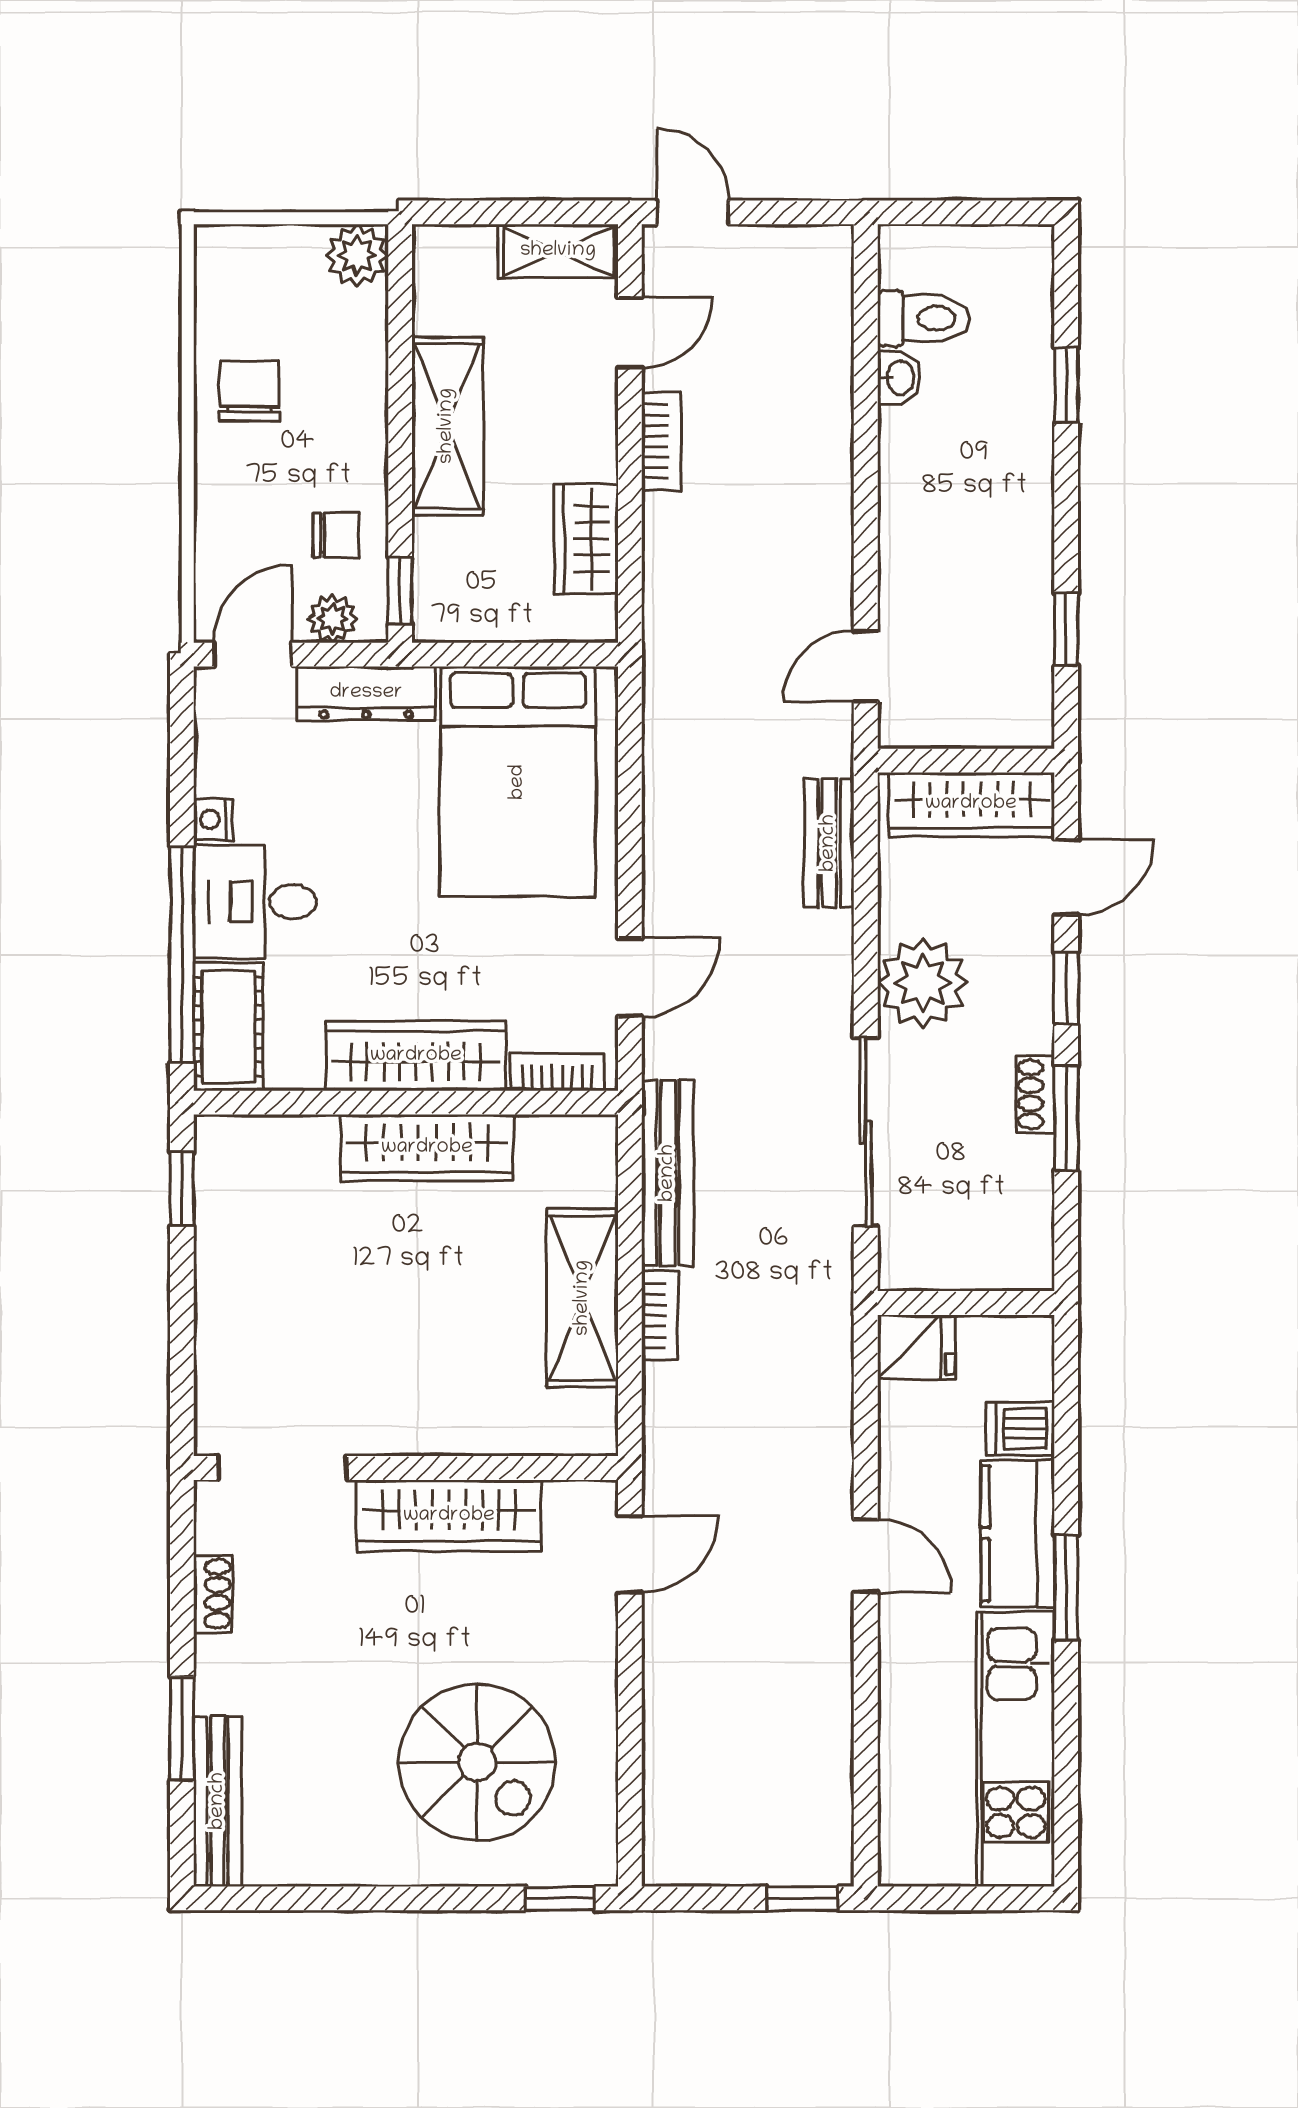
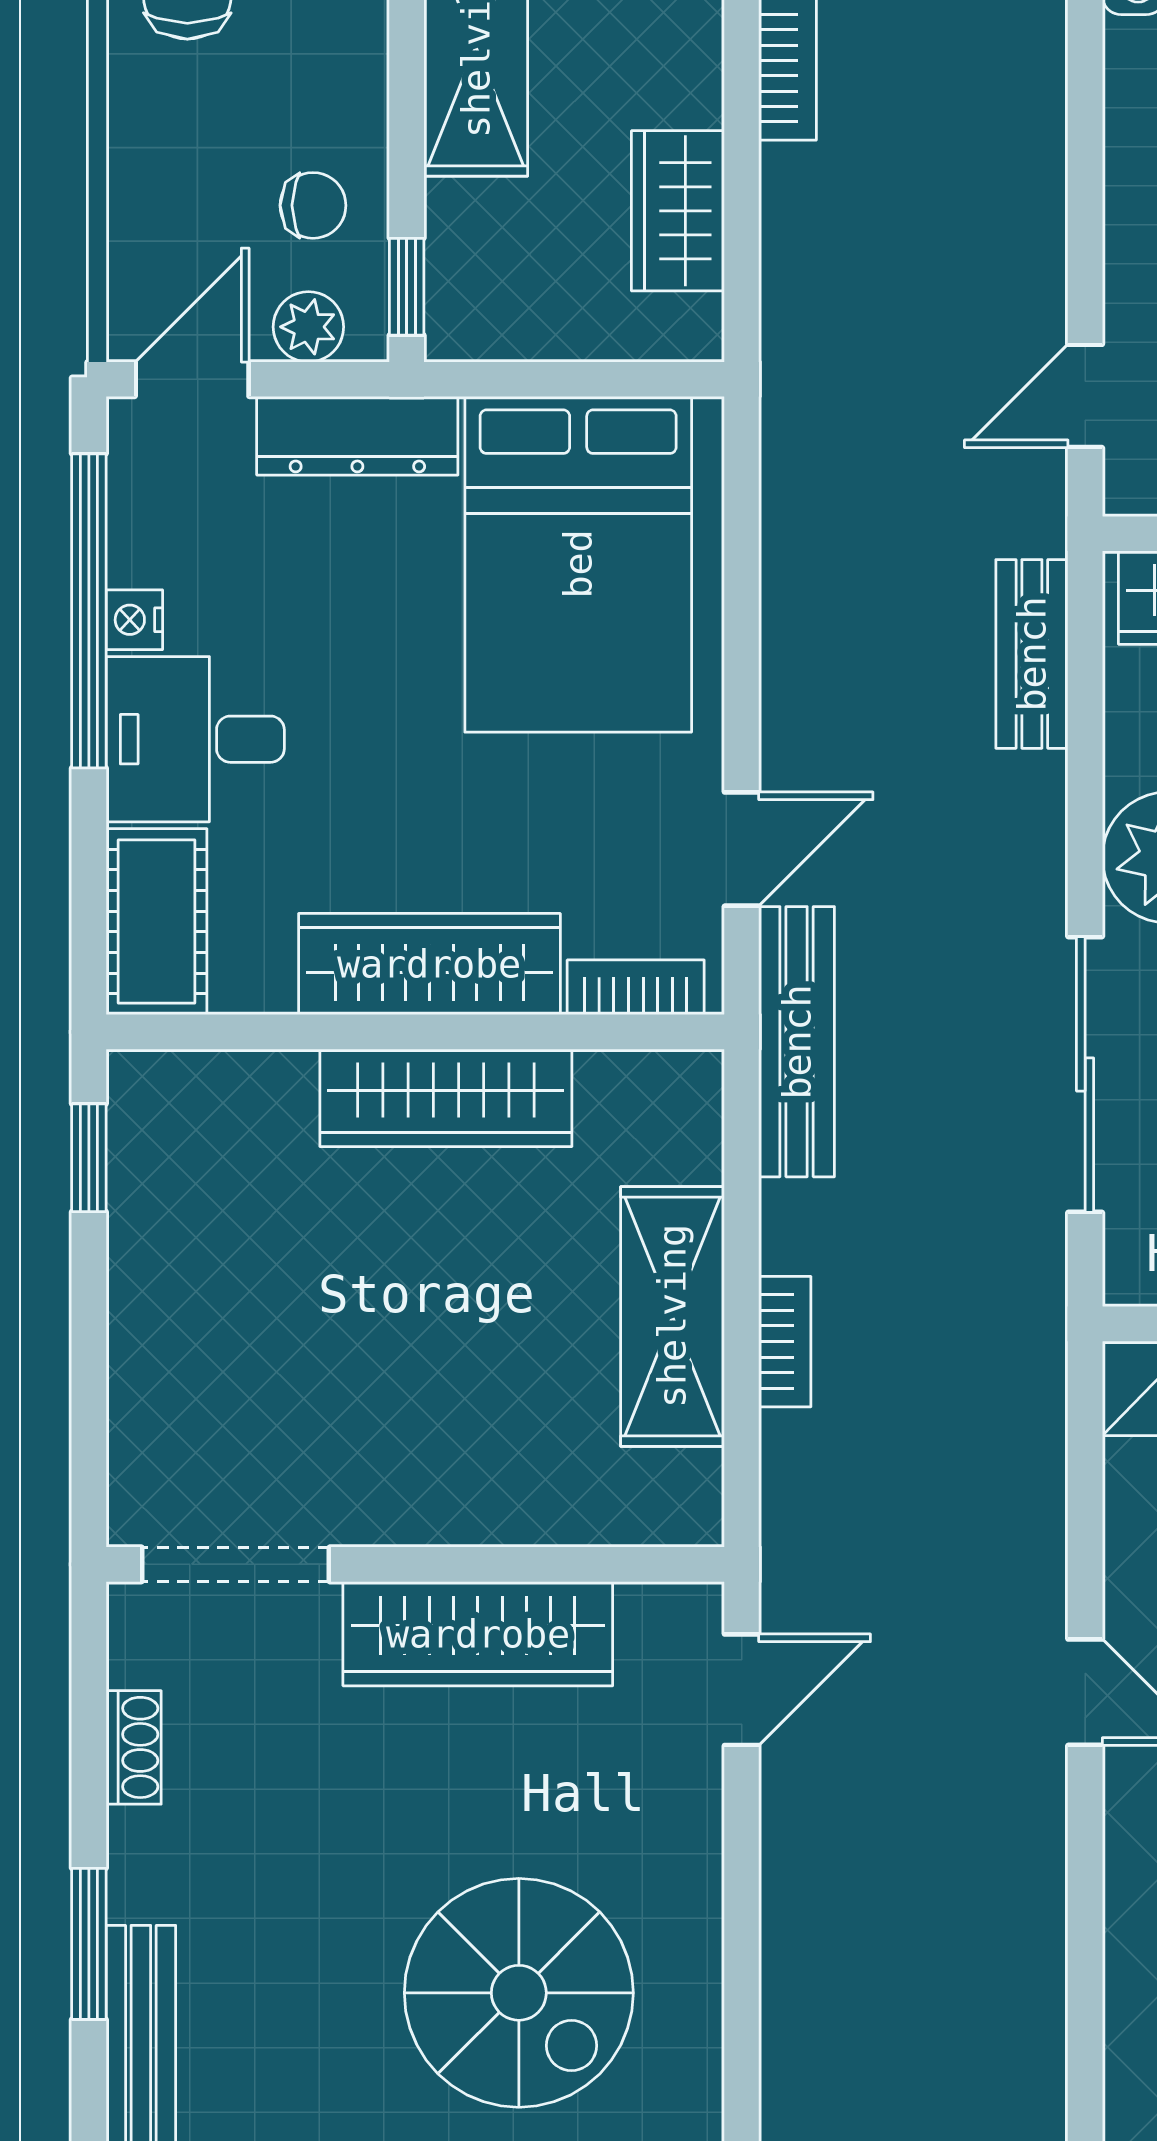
window: (182, 955) -> (89, 611), moved
bench: (668, 1173) -> (797, 1042), moved

